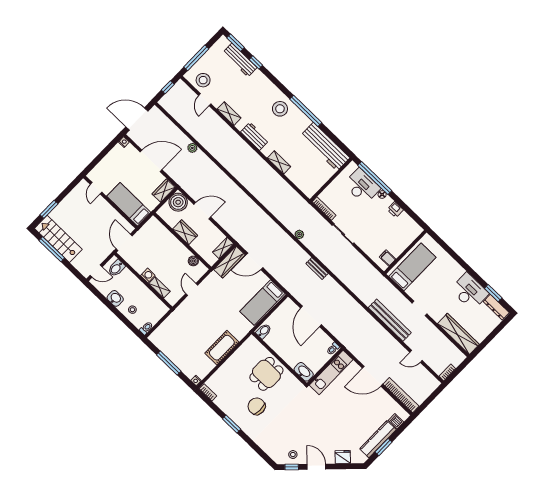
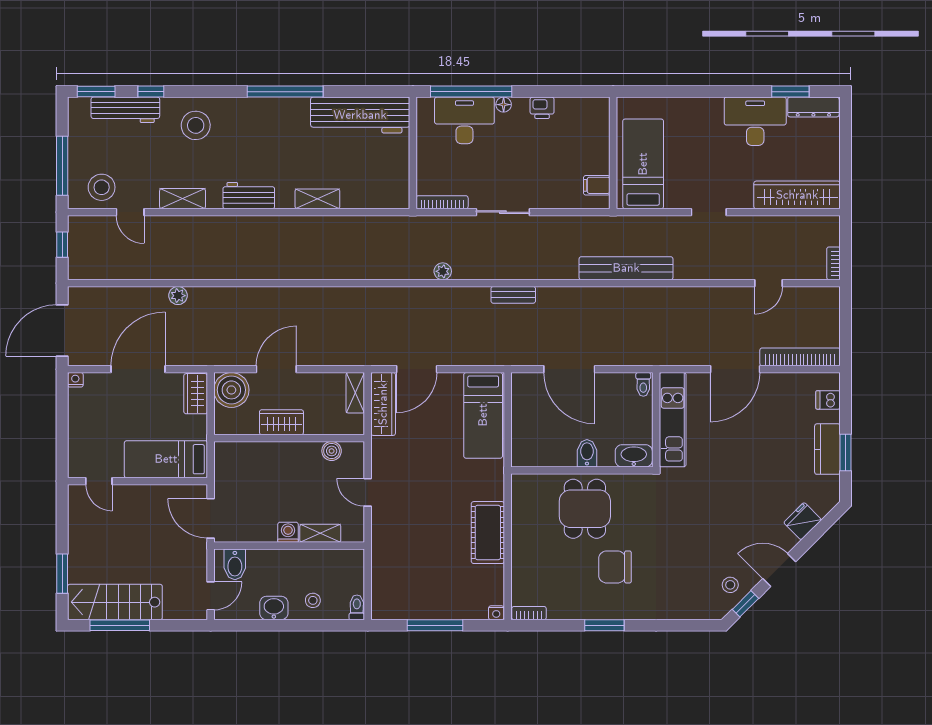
stool: (280, 109) -> (196, 125), moved
bench: (390, 320) -> (626, 268), moved
bidet: (264, 331) -> (587, 453), moved
kitchen counter: (378, 439) -> (827, 449), width x0.67

